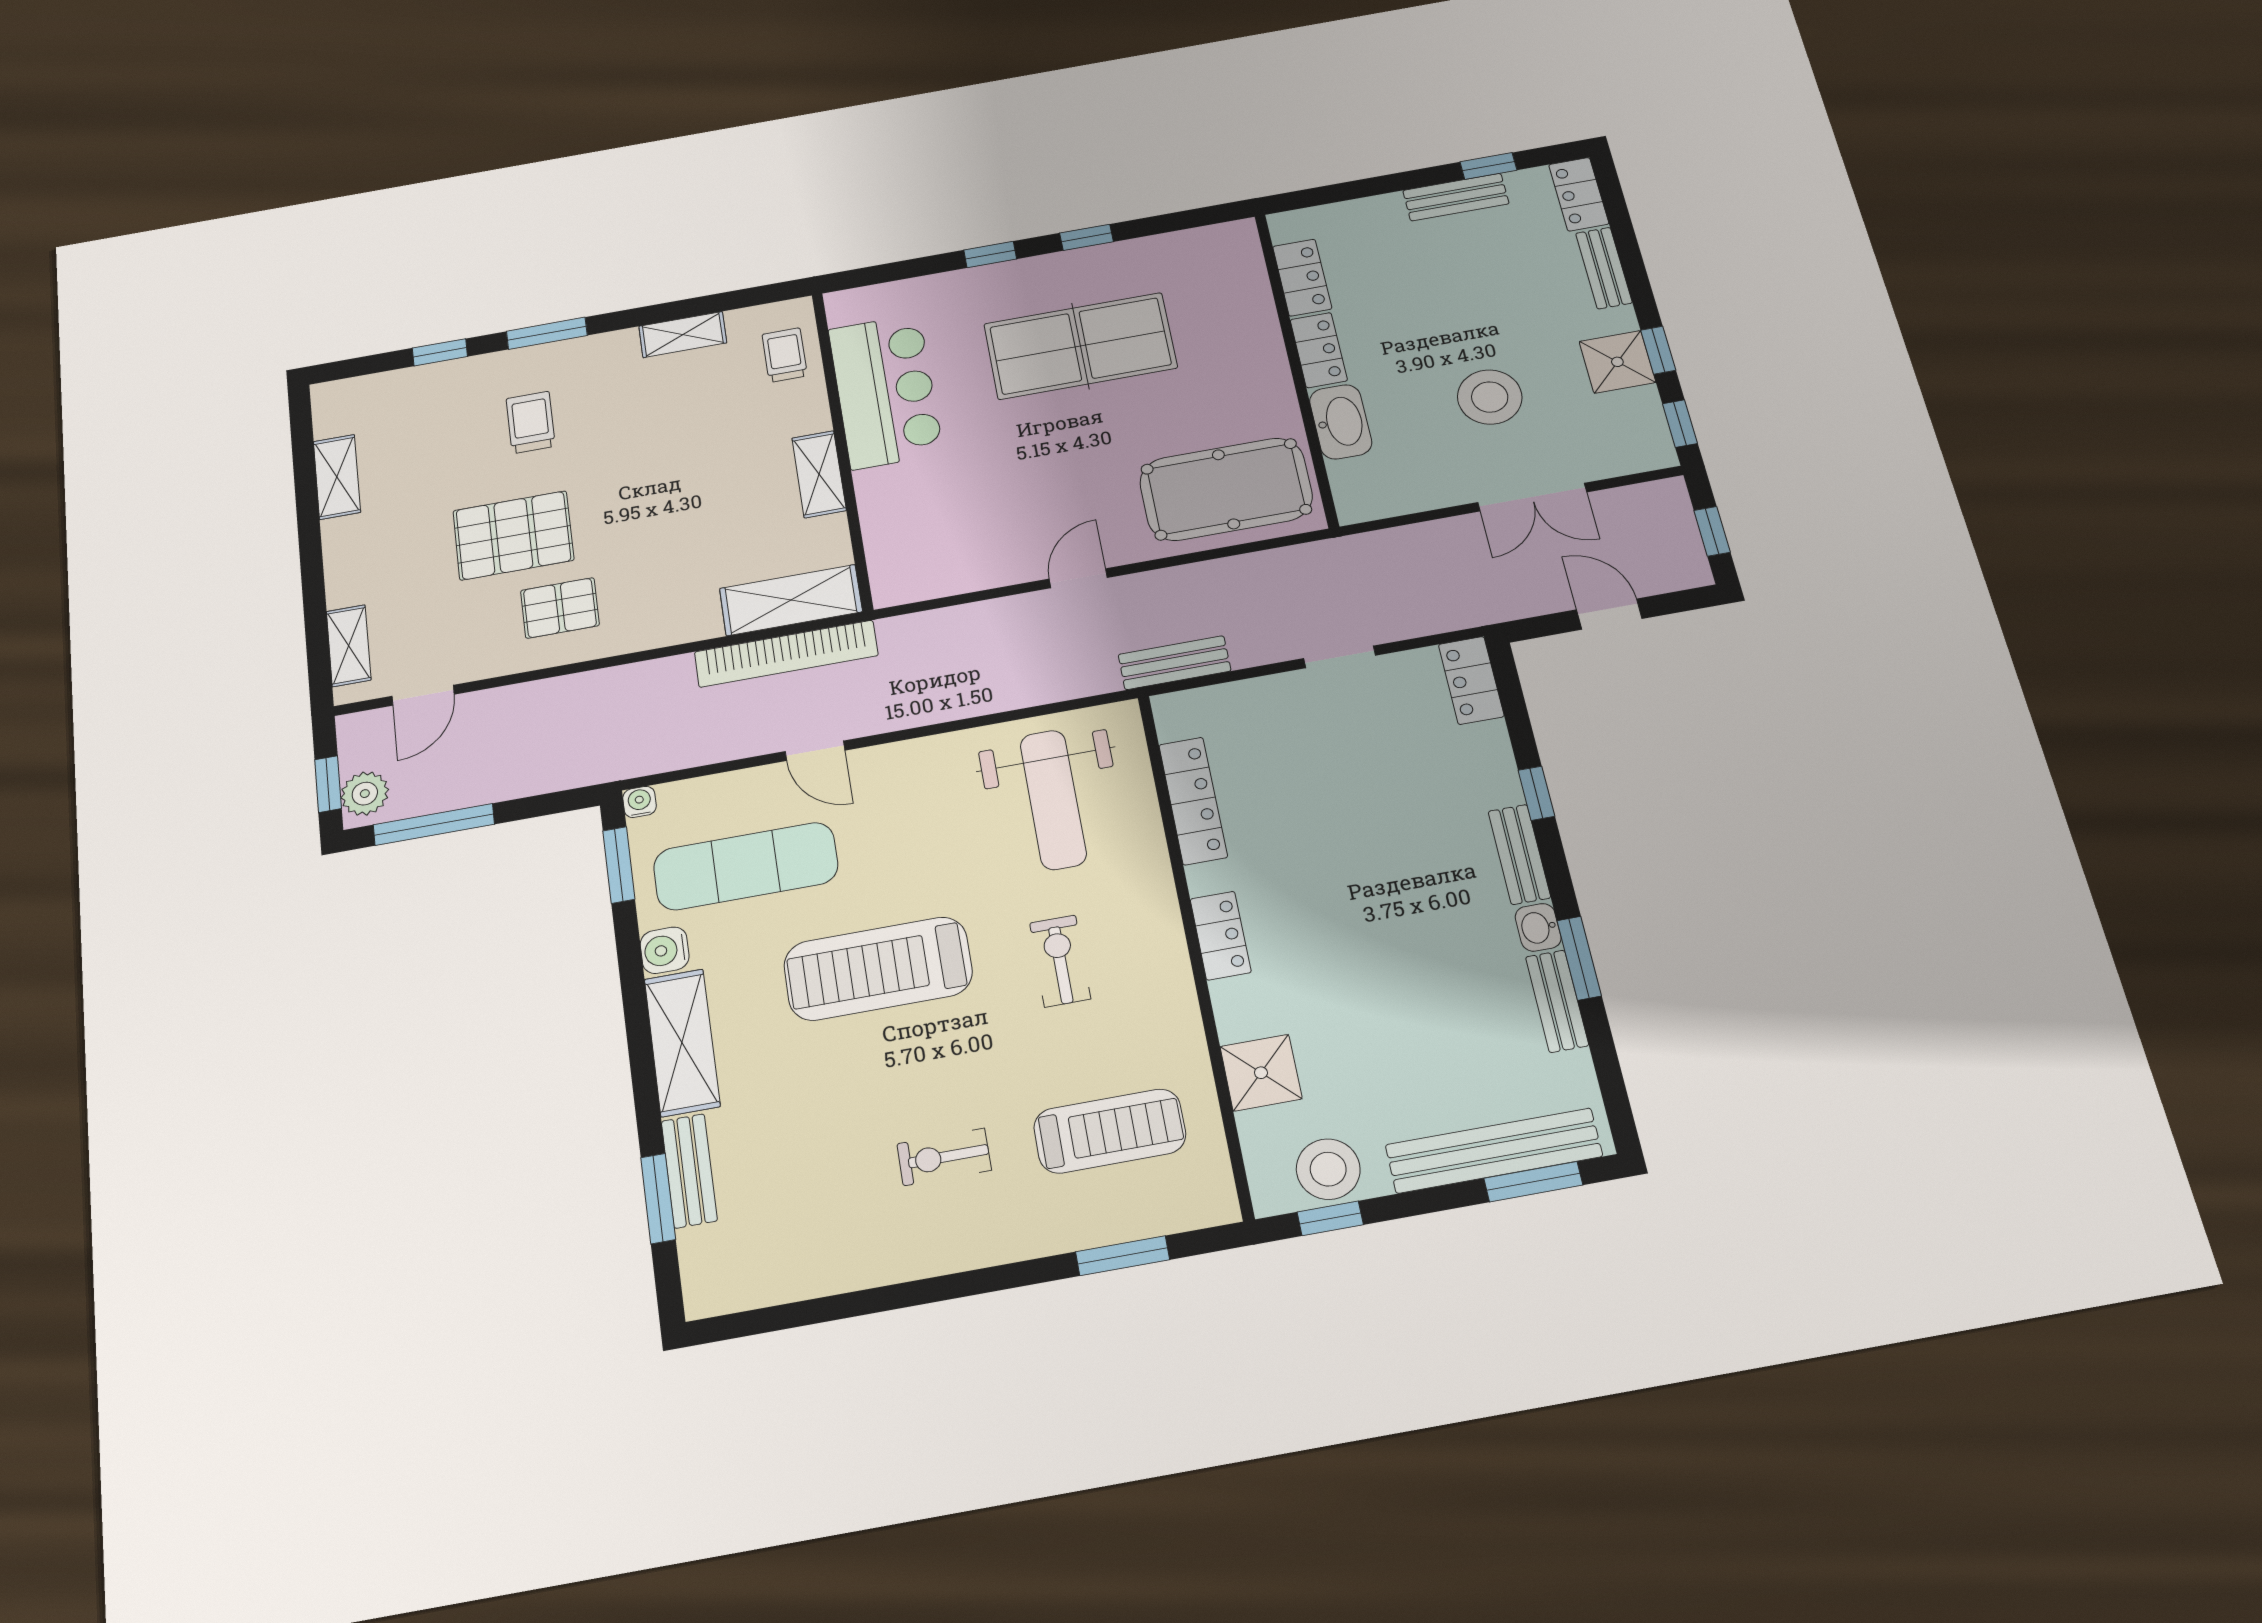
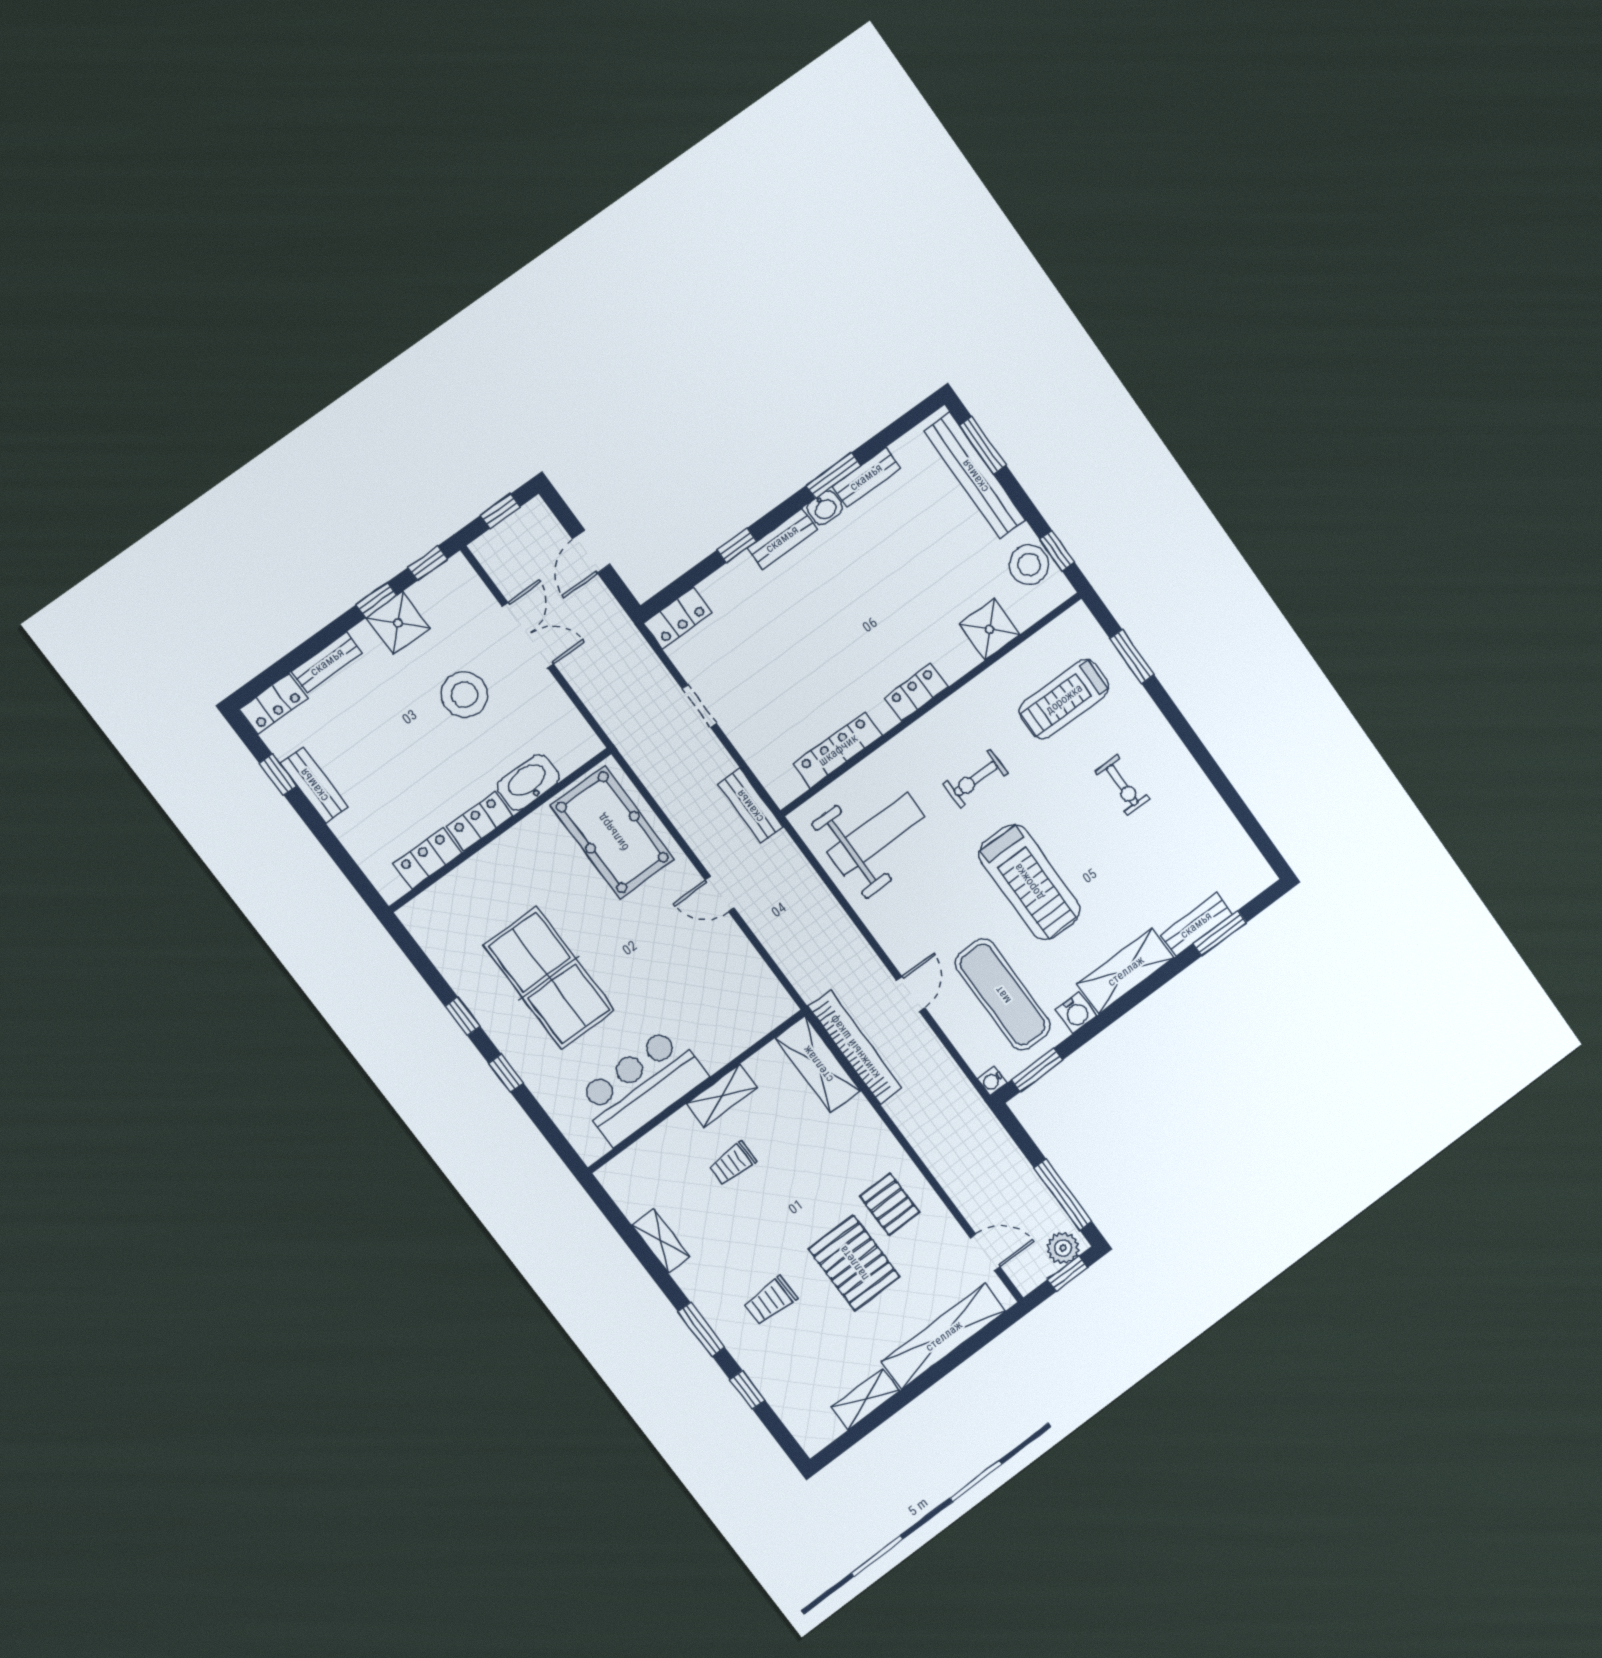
trolley: (785, 355) -> (733, 1163), moved
shelving: (349, 646) -> (944, 1336), width x2.20, depth x1.33
treadmill: (1110, 1131) -> (1064, 699), turned -90

